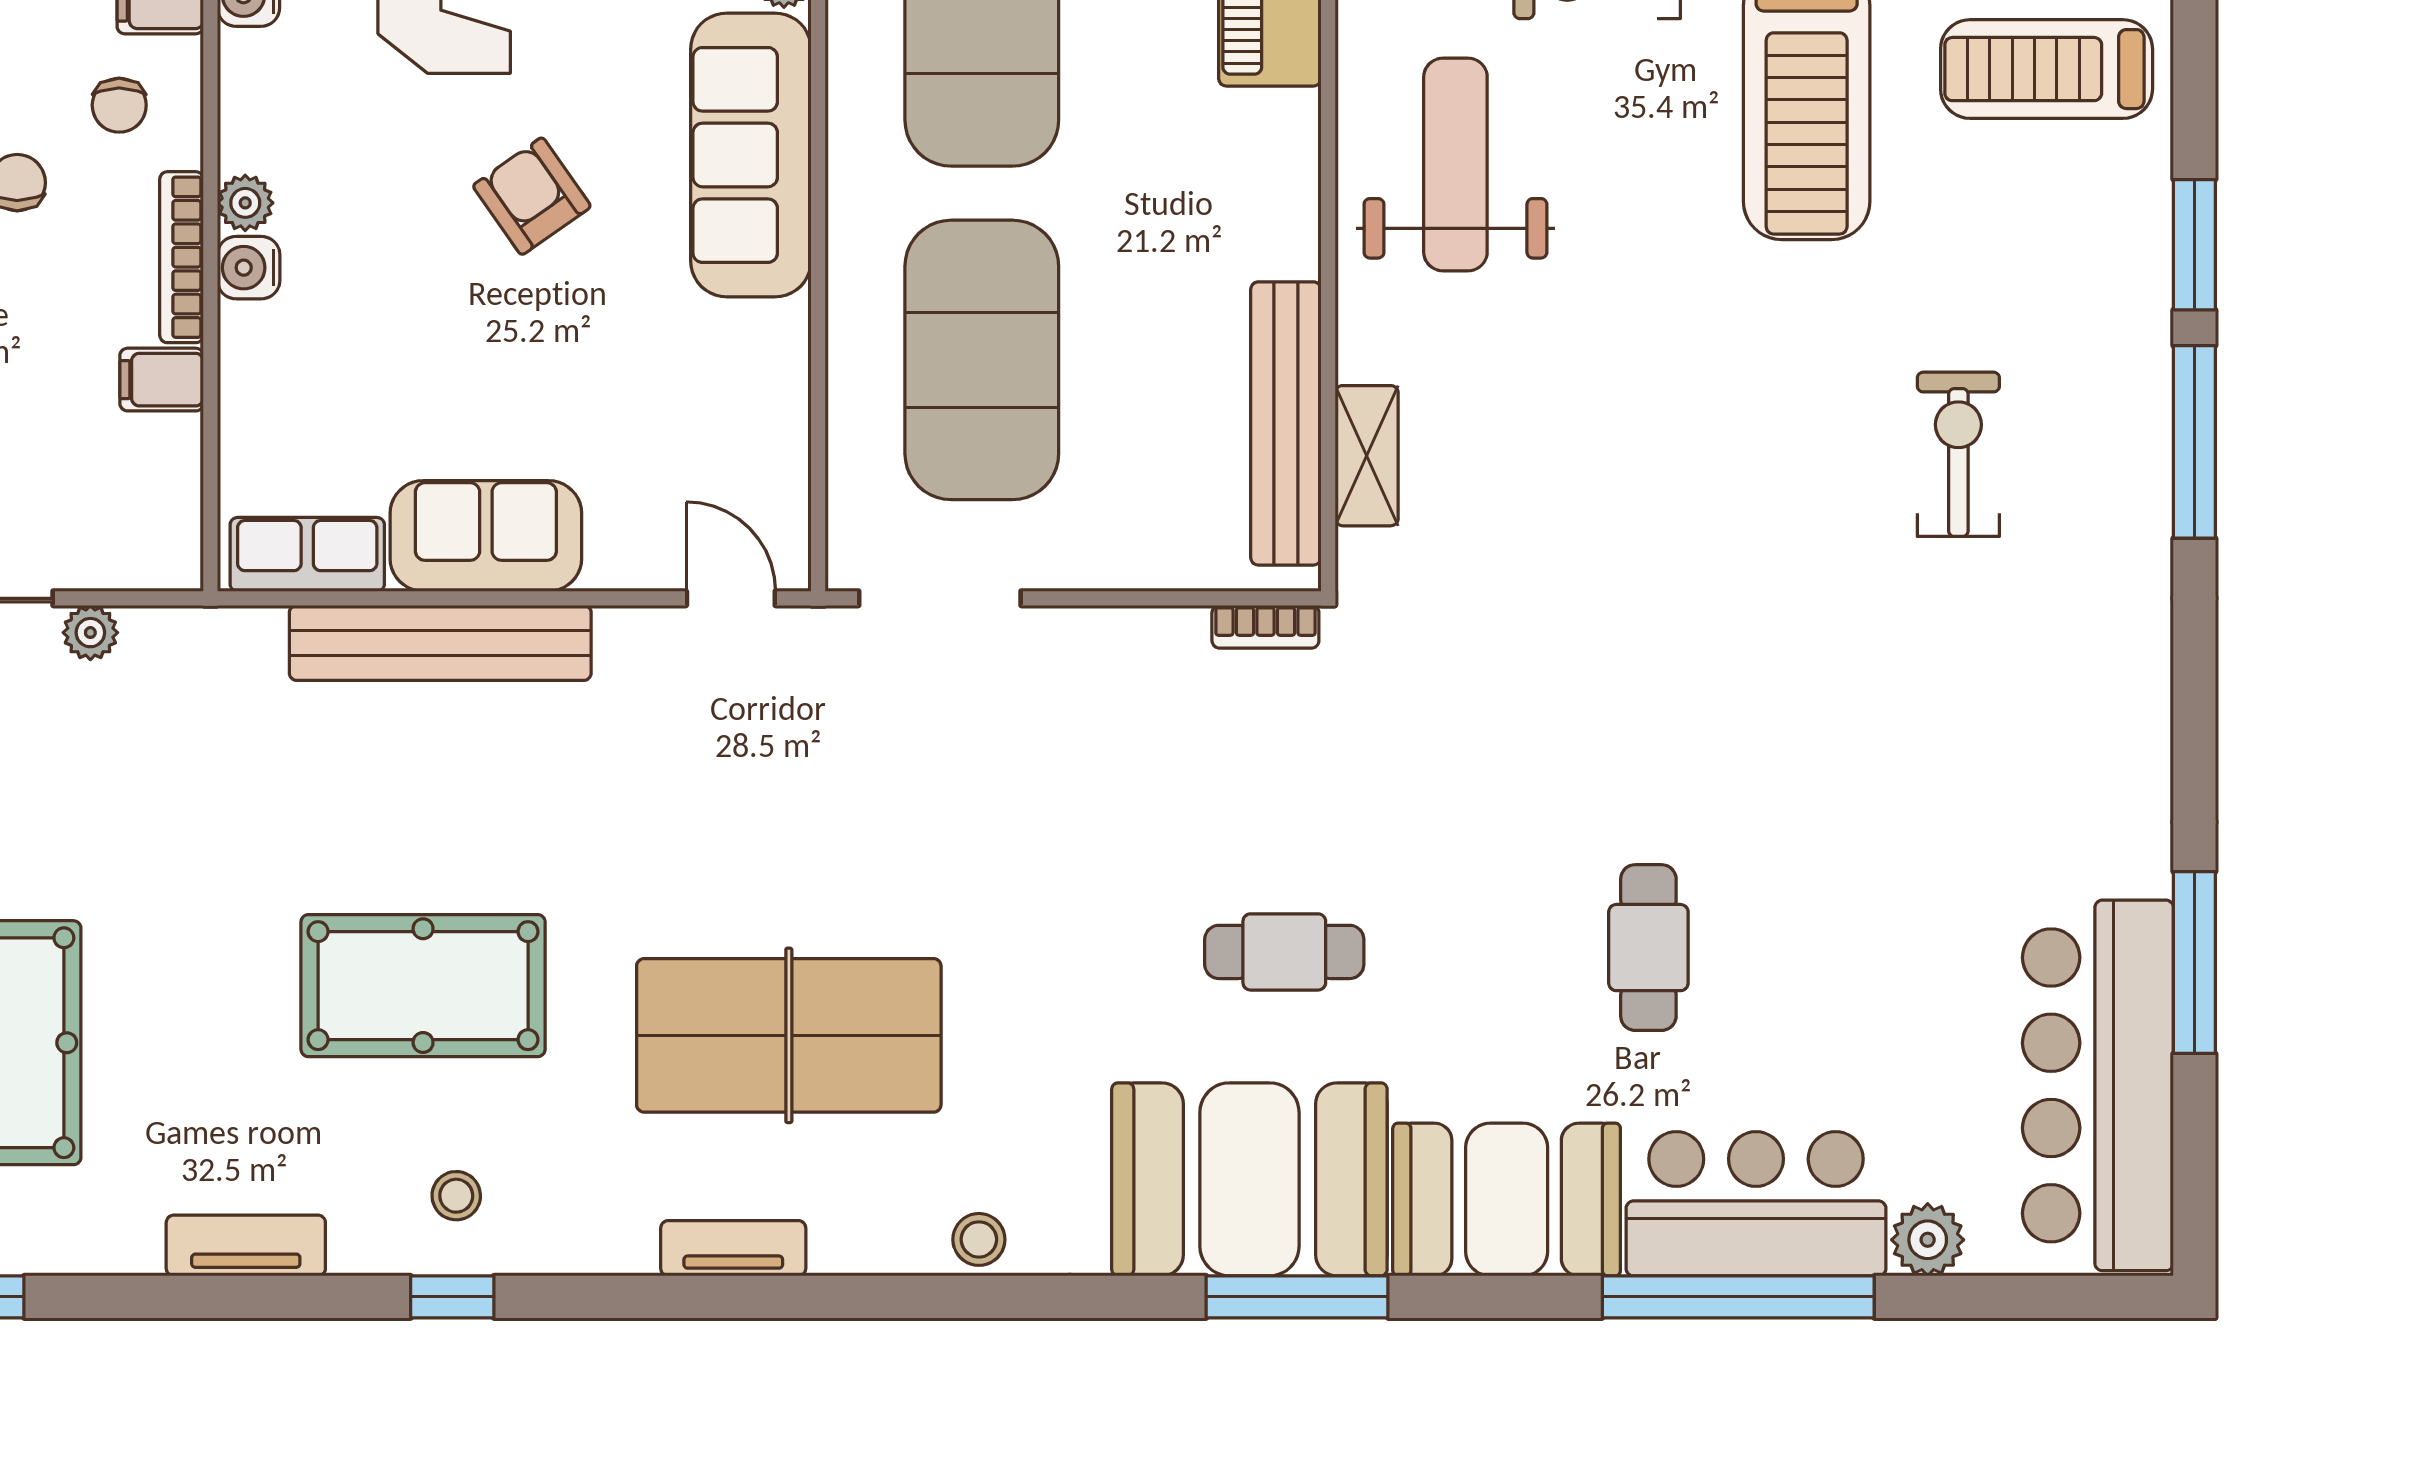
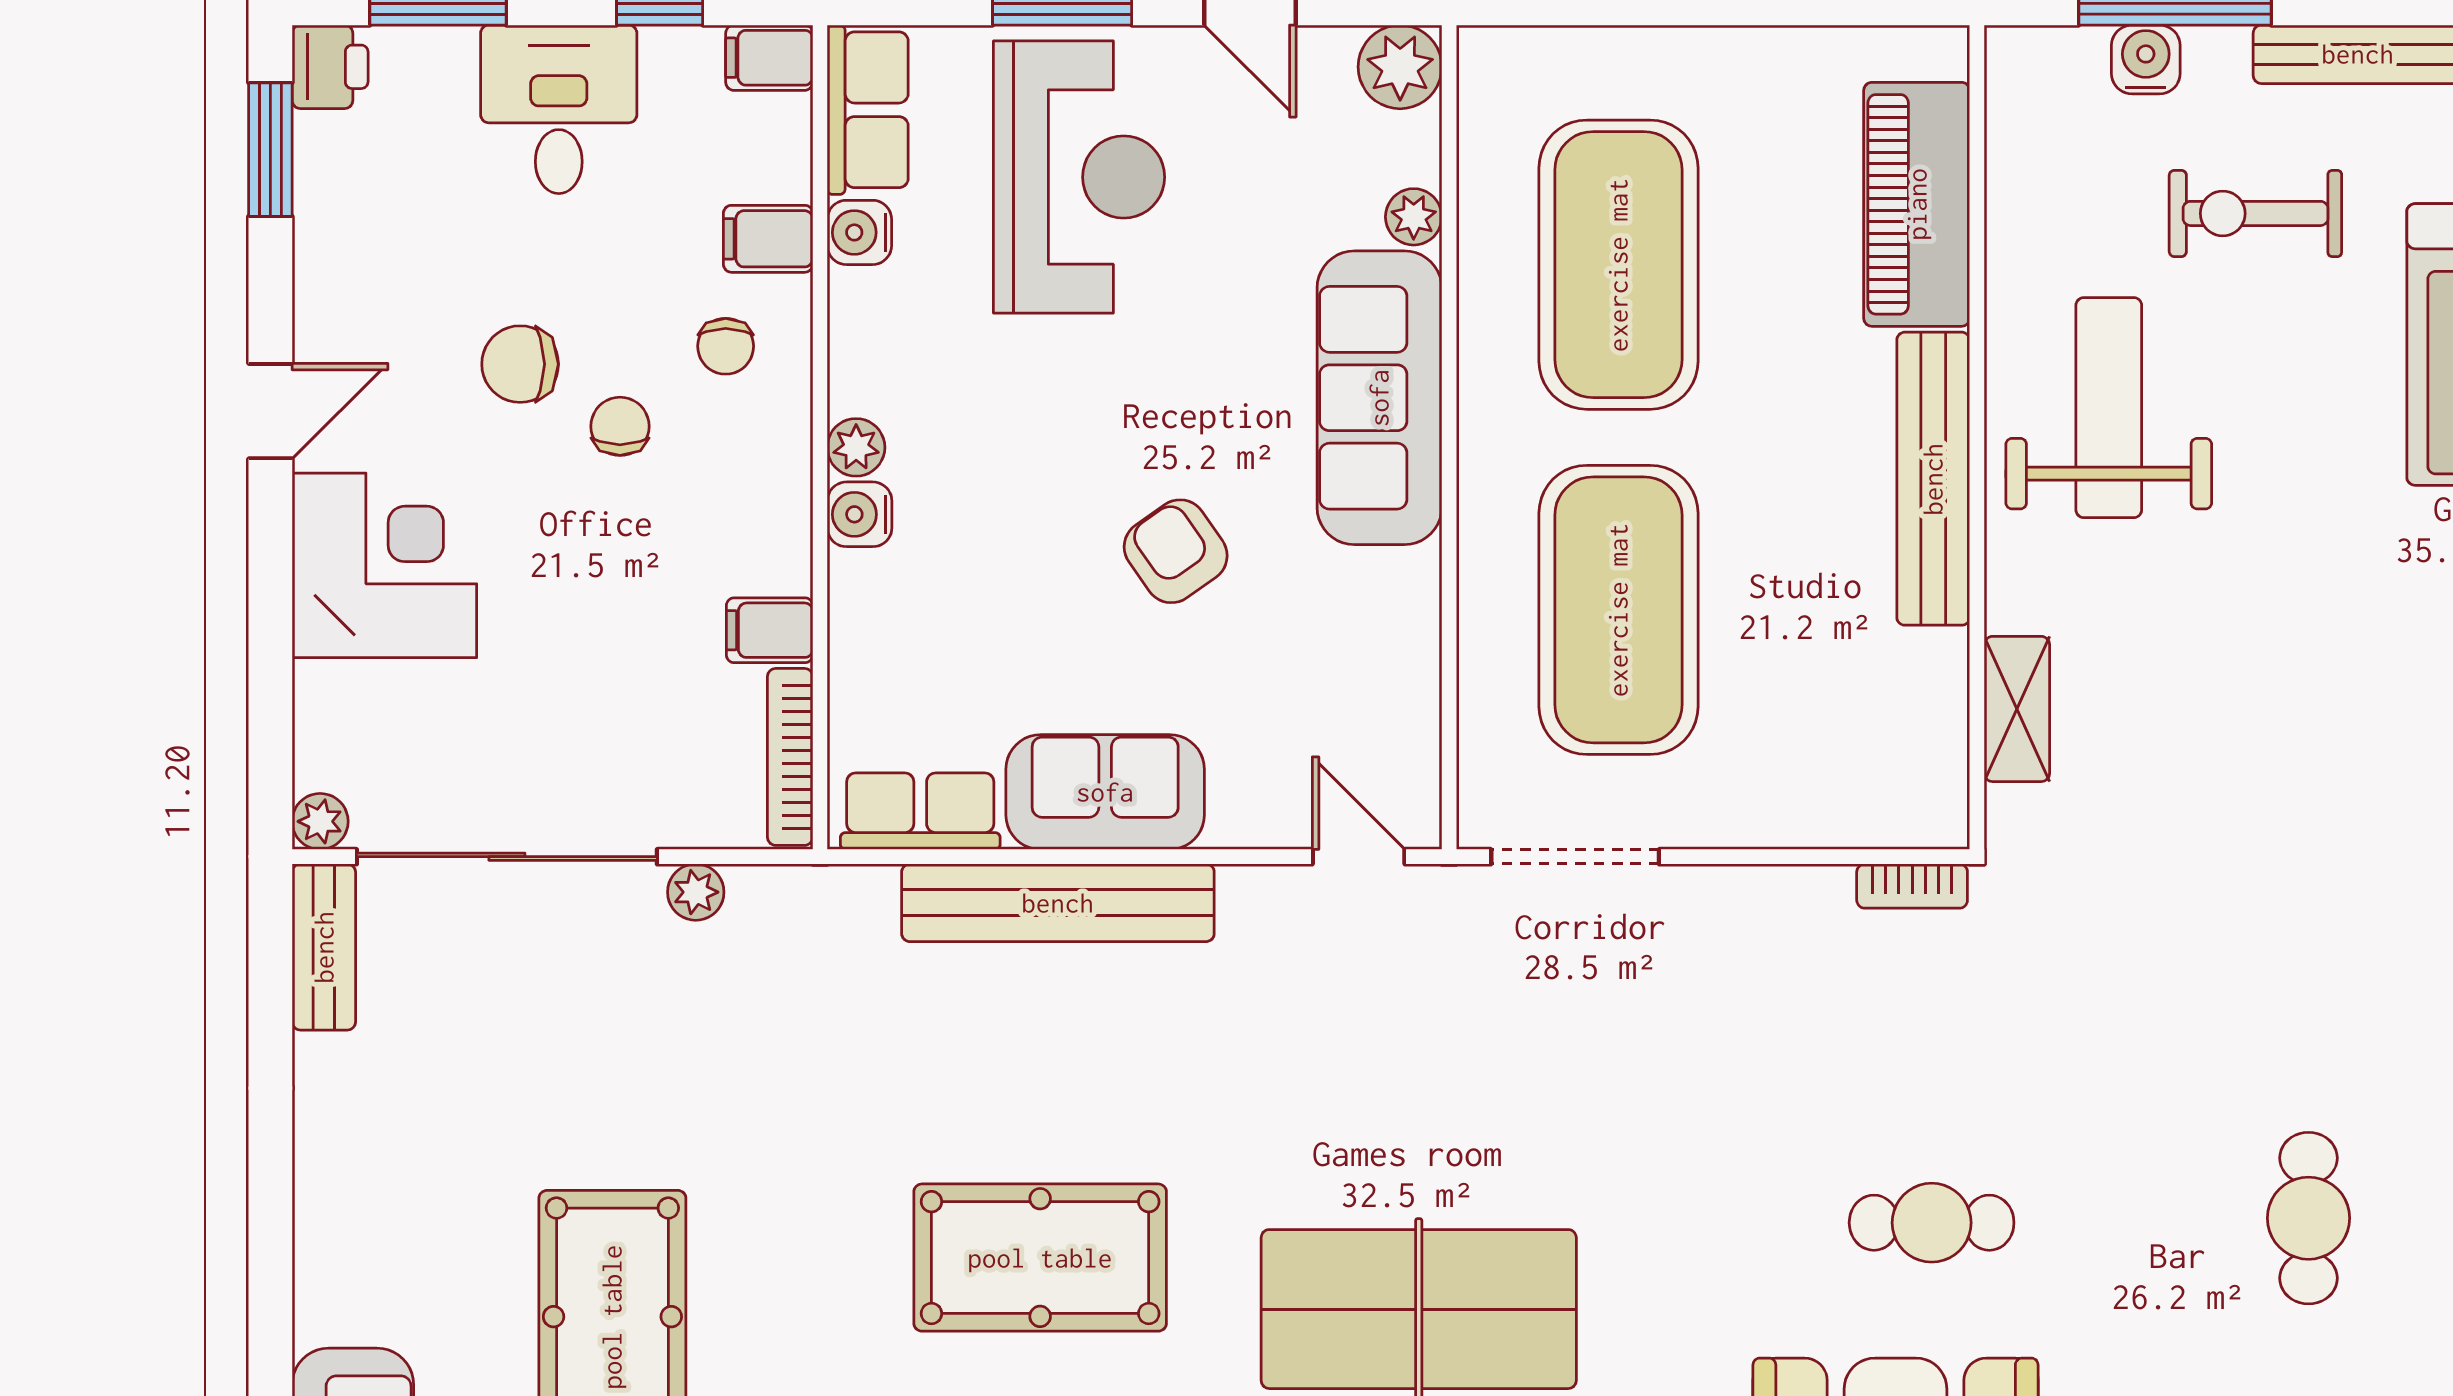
armchair: (532, 196) -> (1176, 551), moved
bookcase: (182, 257) -> (790, 757), moved
bench: (1286, 423) -> (1933, 479), moved

